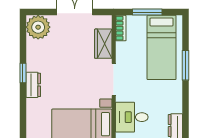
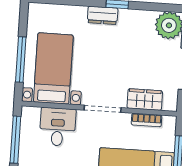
bookcase: (121, 28) -> (147, 120), moved

